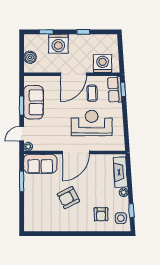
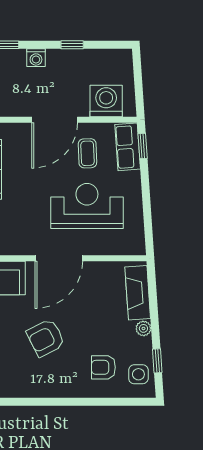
washing machine: (58, 44) -> (36, 58), width x0.53, depth x0.53
armchair: (101, 214) -> (103, 367), turned 90

